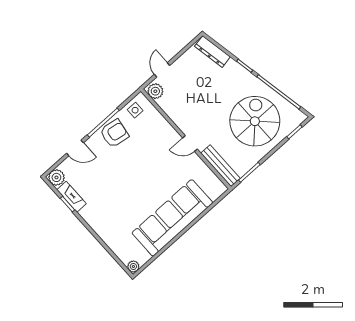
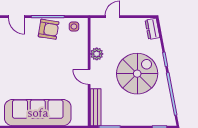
dresser: (212, 52) -> (152, 29), width x0.70
plant: (155, 91) -> (97, 54), moved
spiral stairs: (255, 121) -> (137, 74), moved

